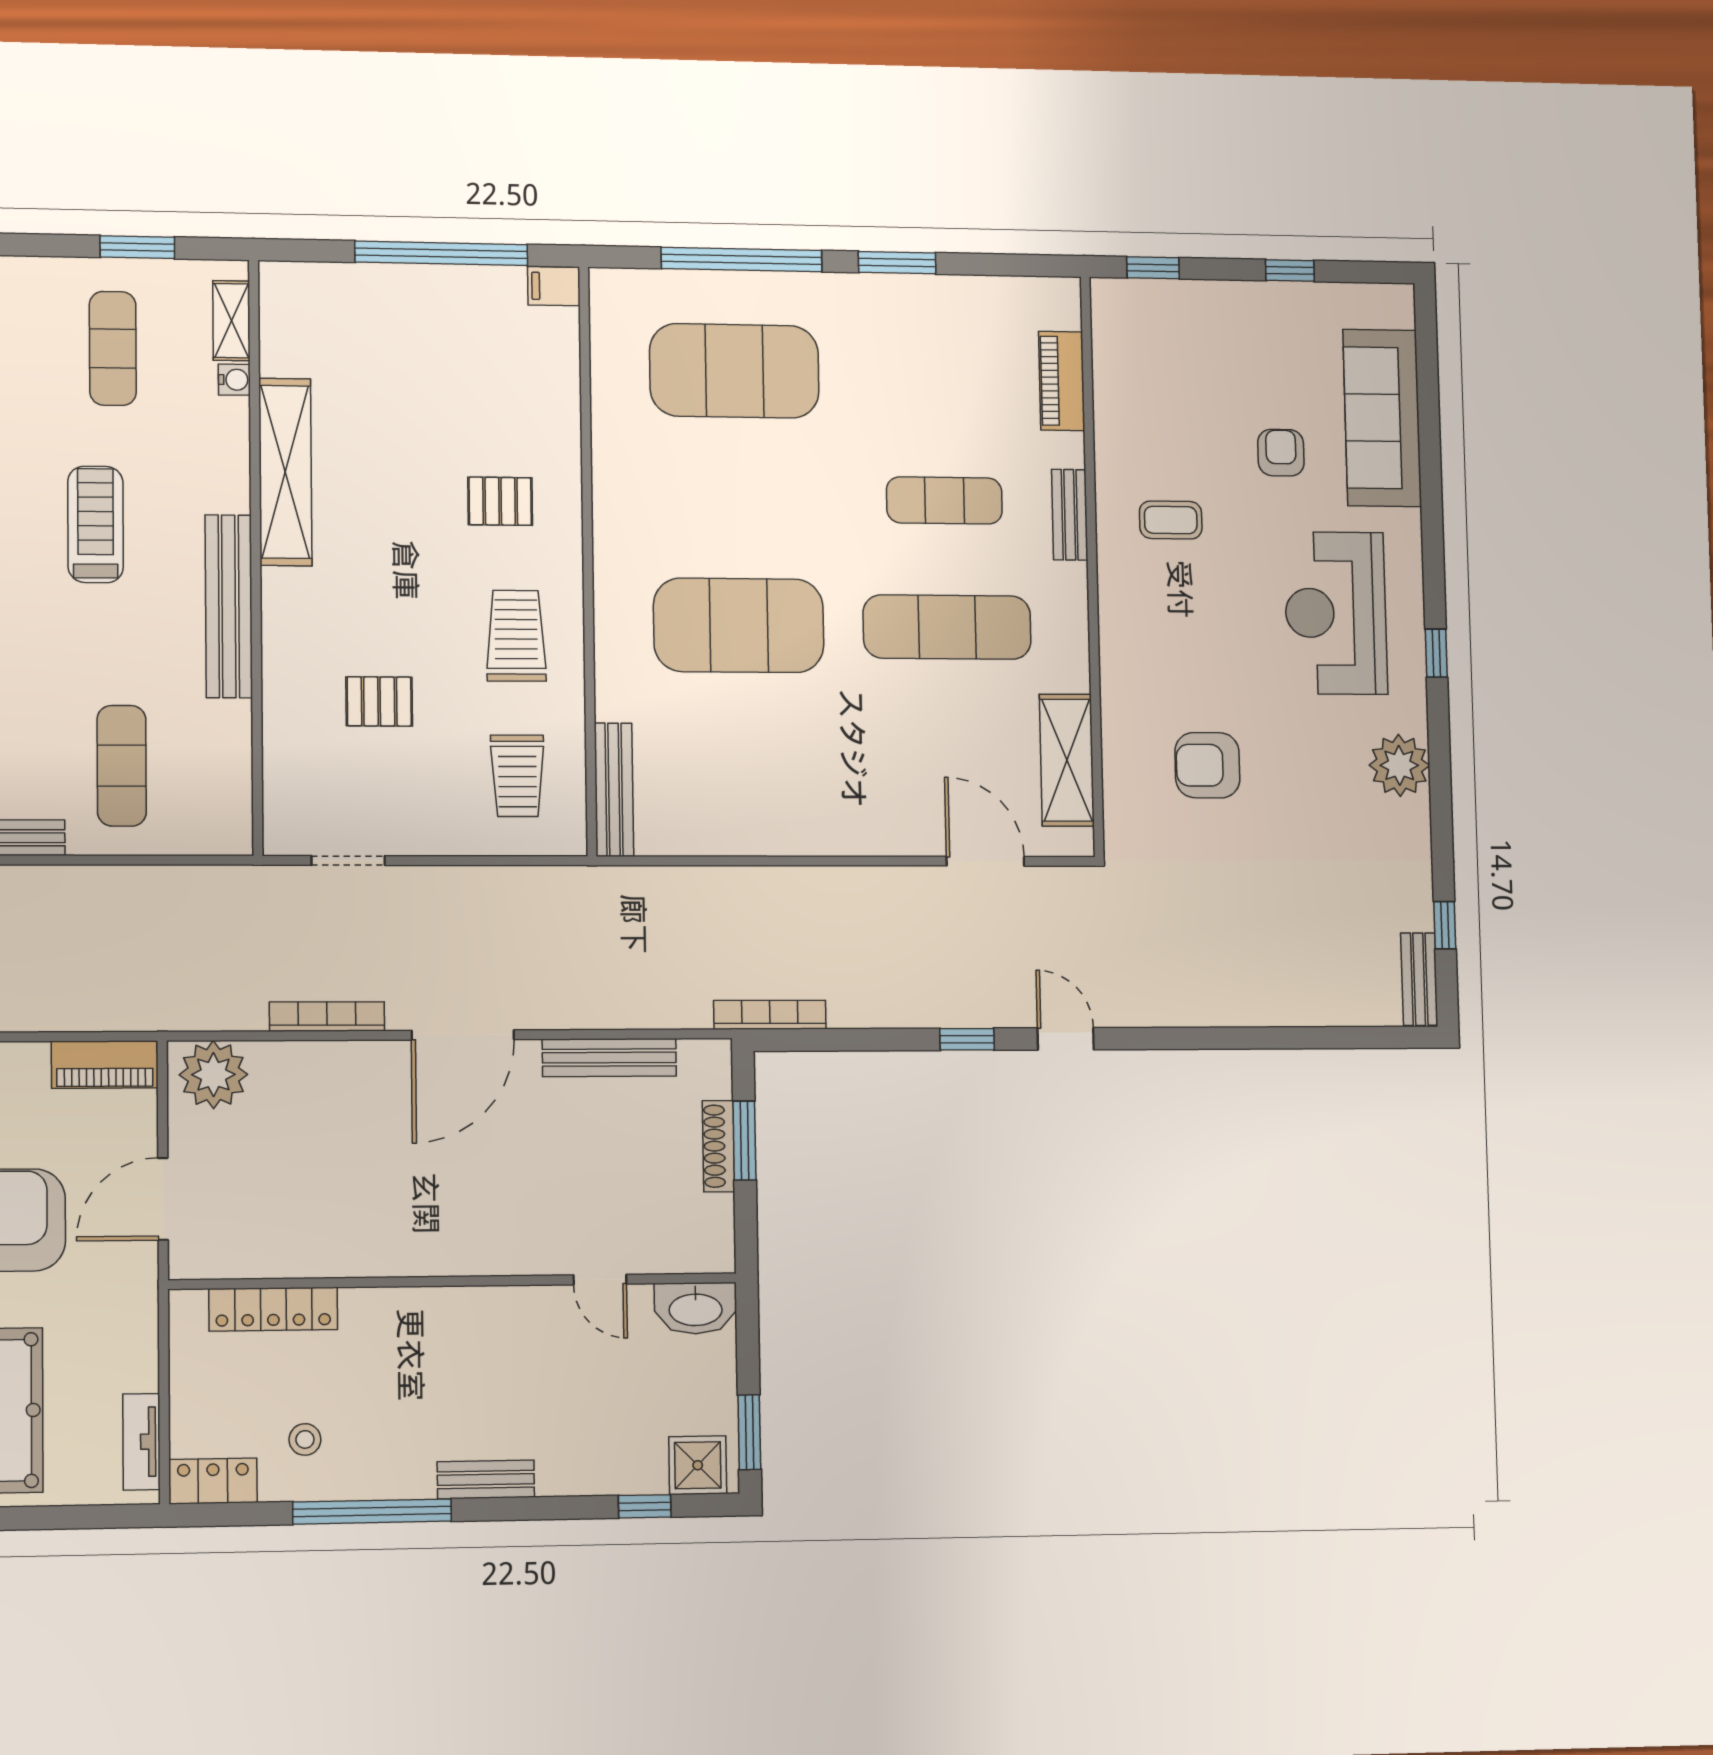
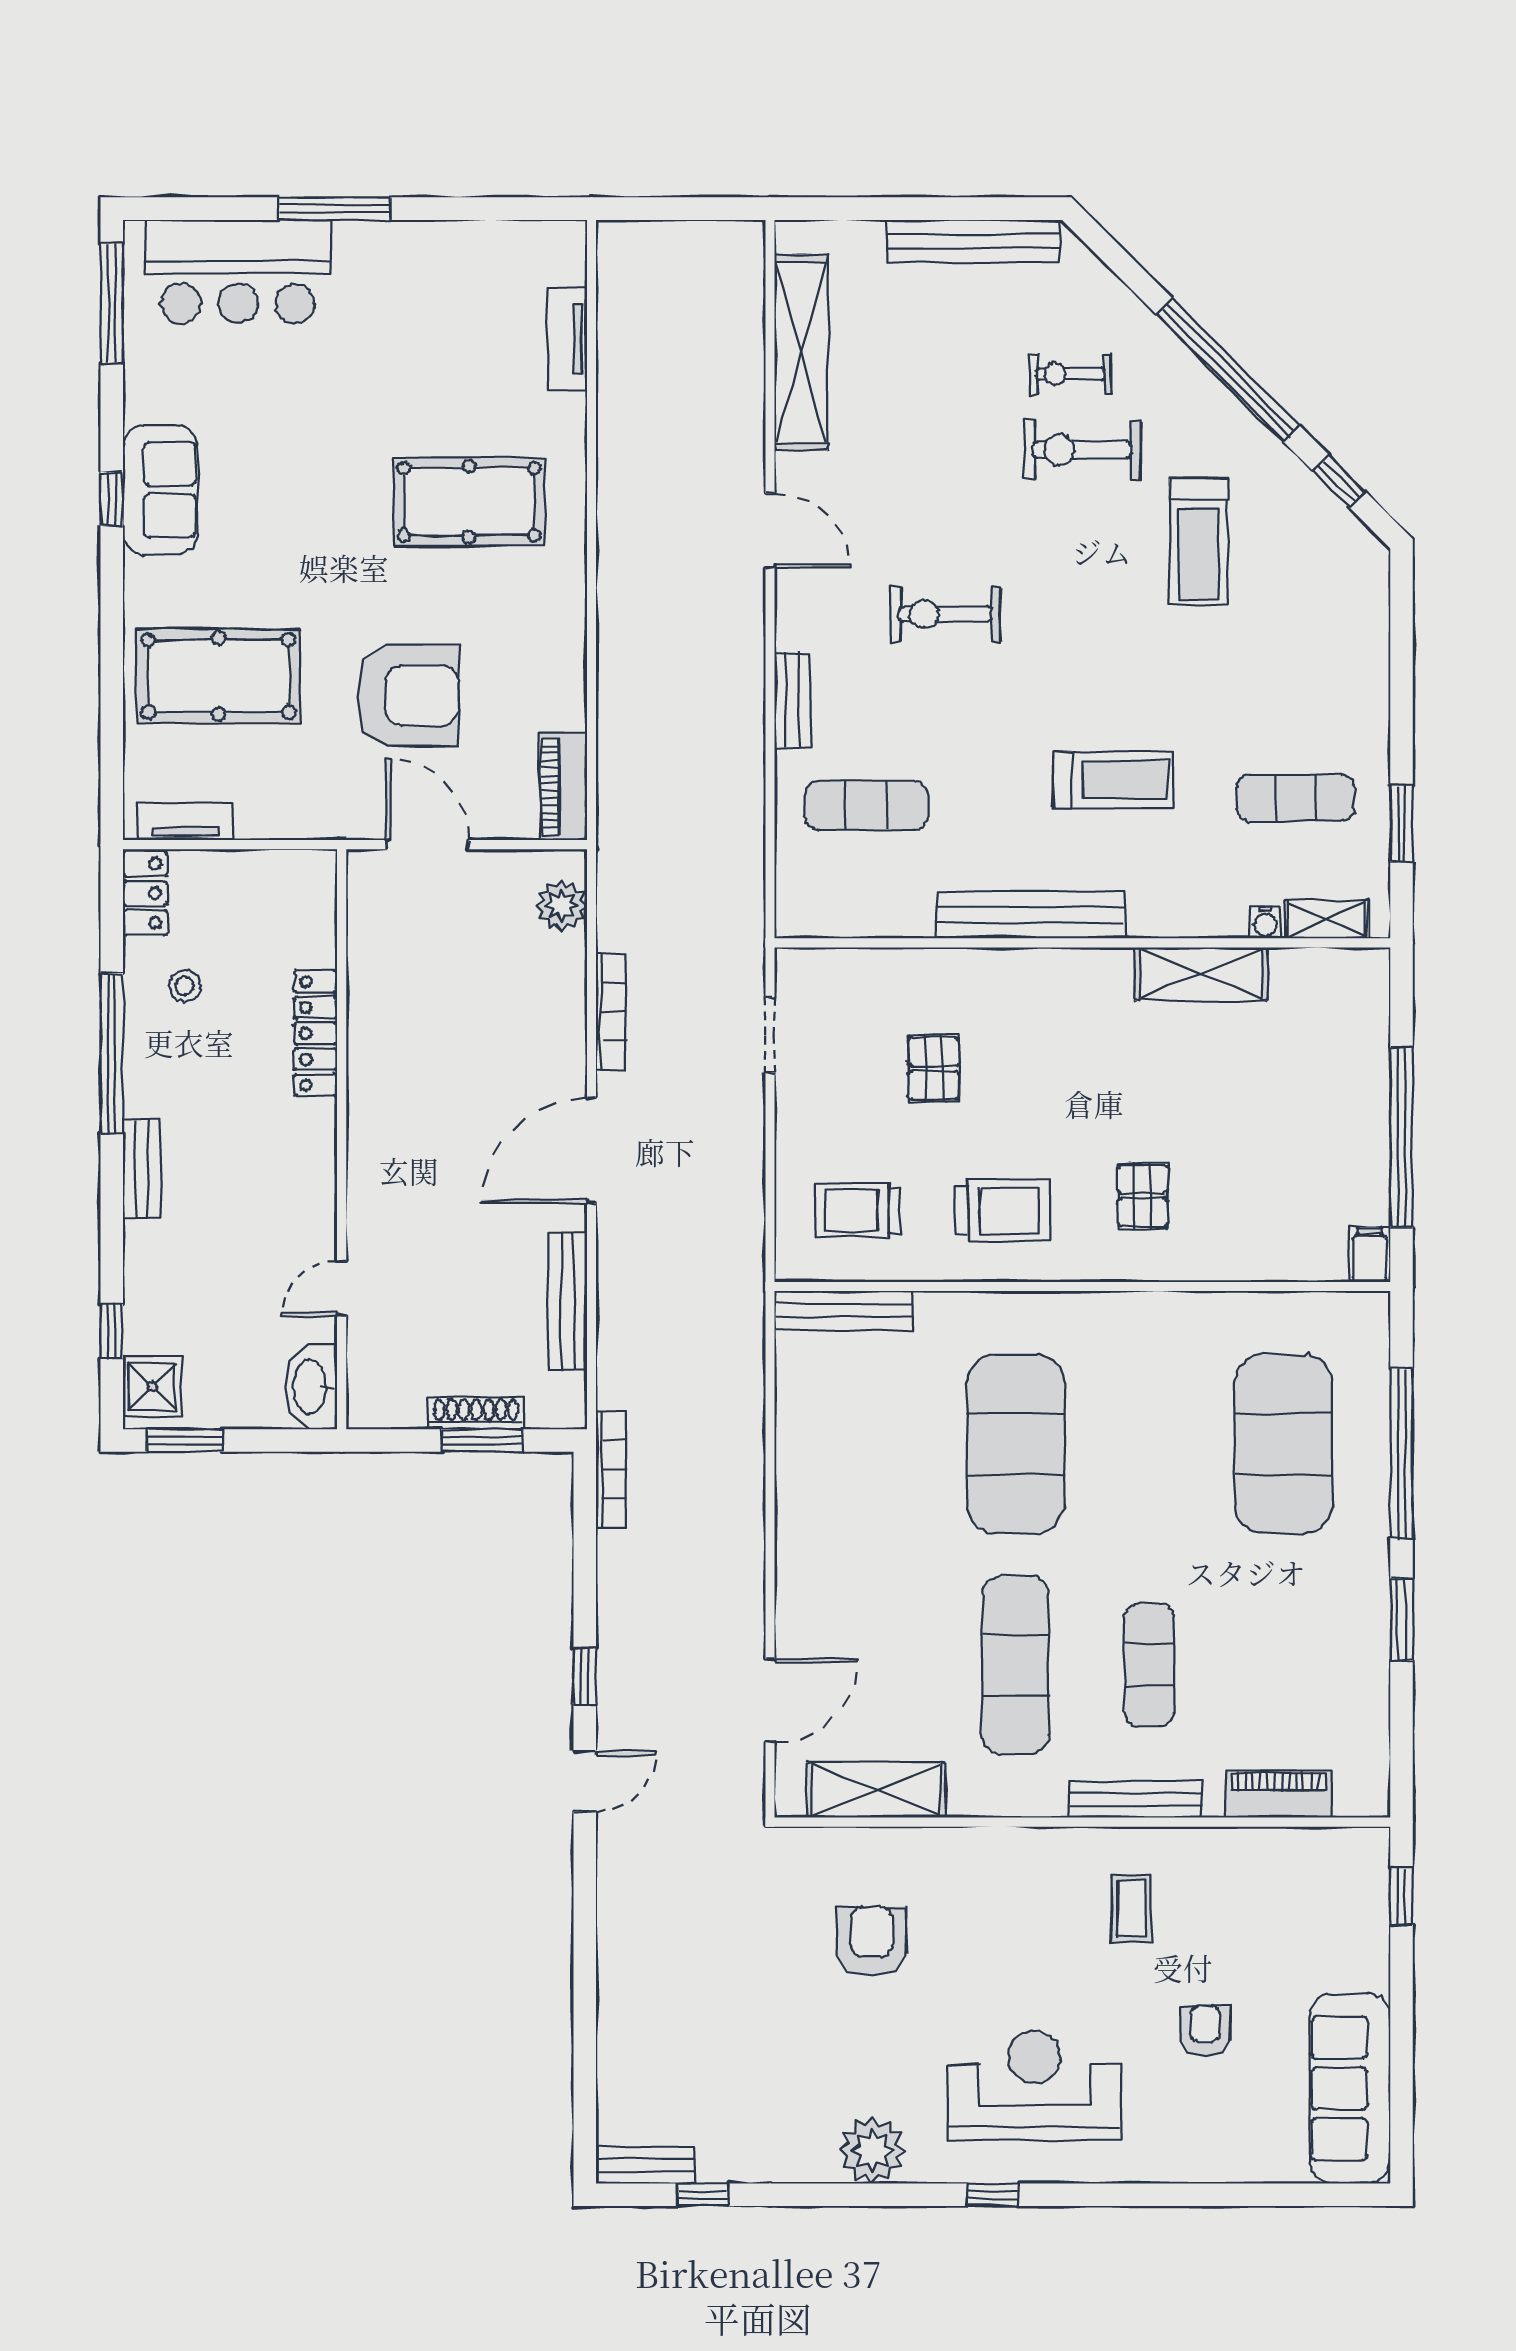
window: (1290, 271) -> (1402, 2046), removed
sofa: (1382, 418) -> (1350, 2088), moved, turned -90
armchair: (1281, 453) -> (1205, 2031), turned -90
shelving: (285, 472) -> (1201, 974), width x0.68
bench: (1070, 515) -> (1136, 1799), width x1.36
door: (463, 1035) -> (591, 1151), hinge flipped
plant: (213, 1075) -> (562, 905), width x0.73, depth x0.73
locker: (273, 1309) -> (316, 1033), moved

